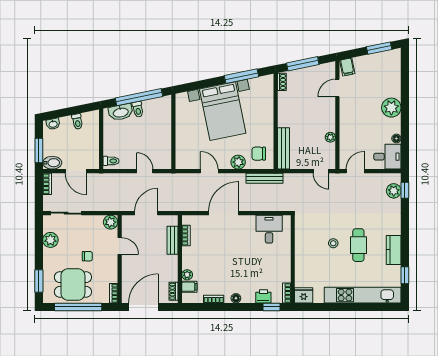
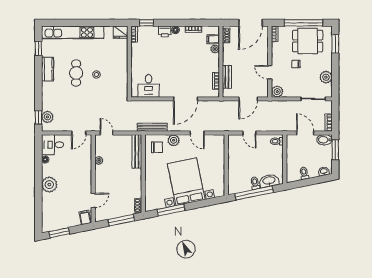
printer: (263, 296) -> (165, 31), moved

